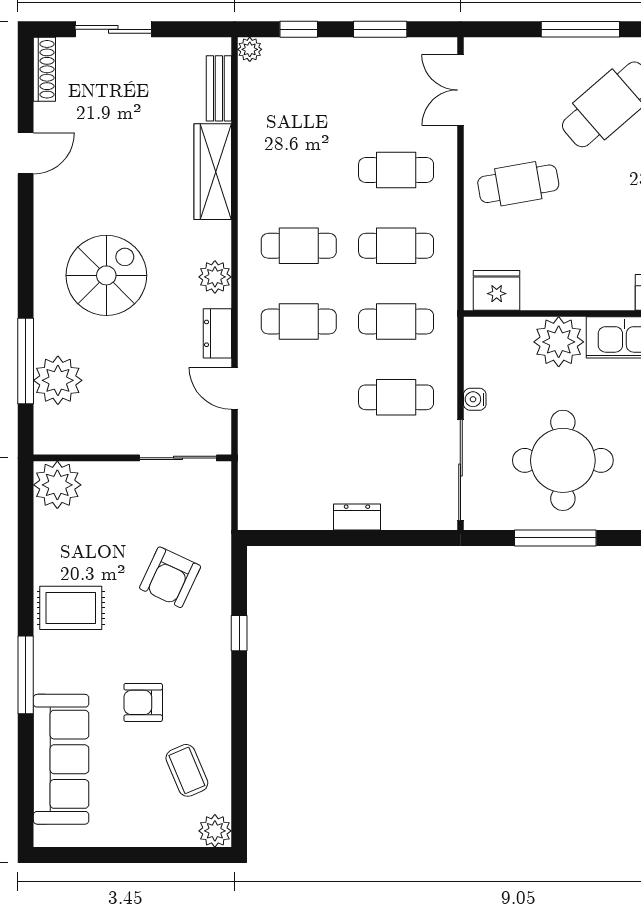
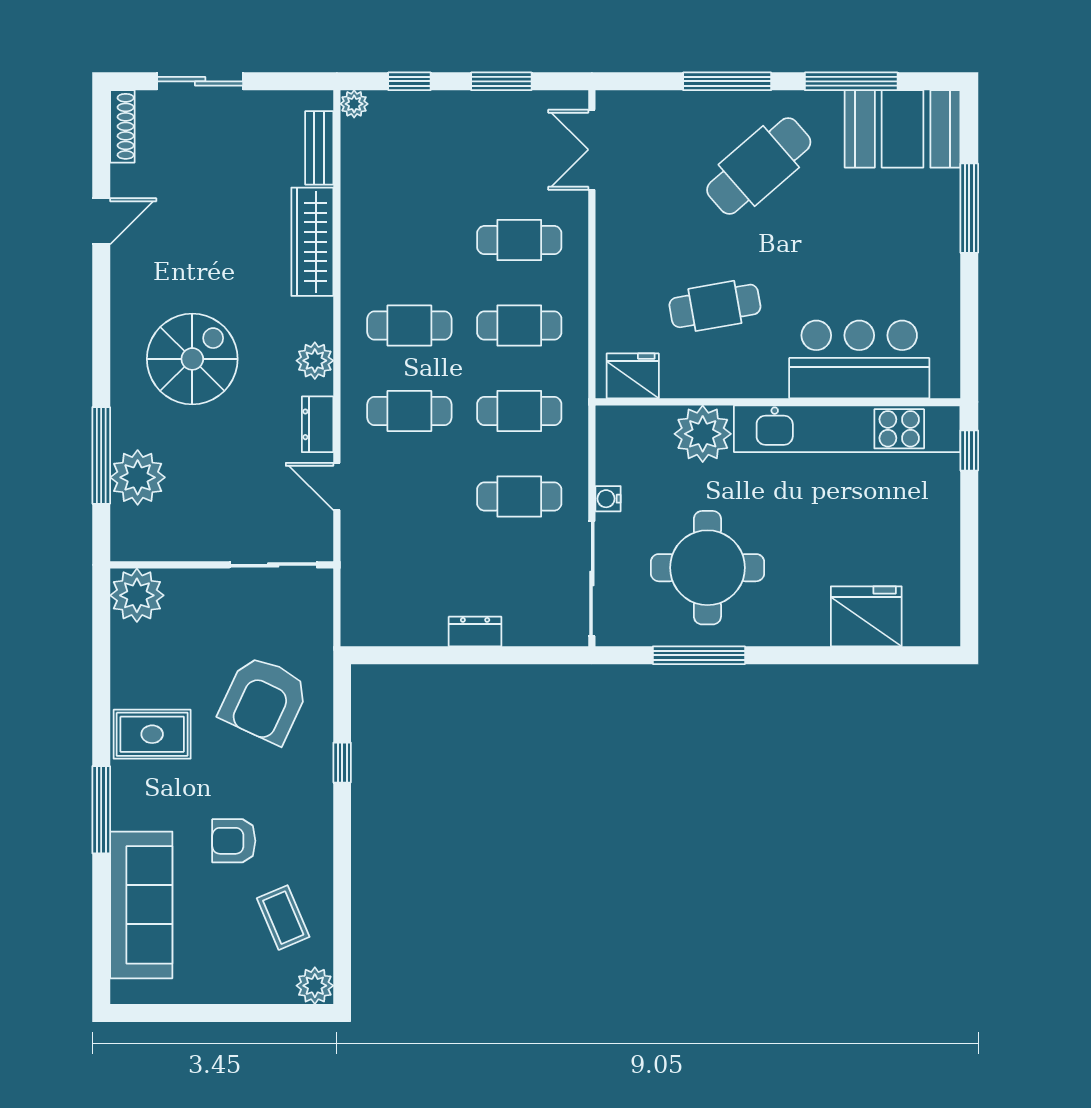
cafe table: (518, 184) -> (715, 306), moved
armchair: (170, 577) -> (264, 699), width x1.36, depth x1.36

